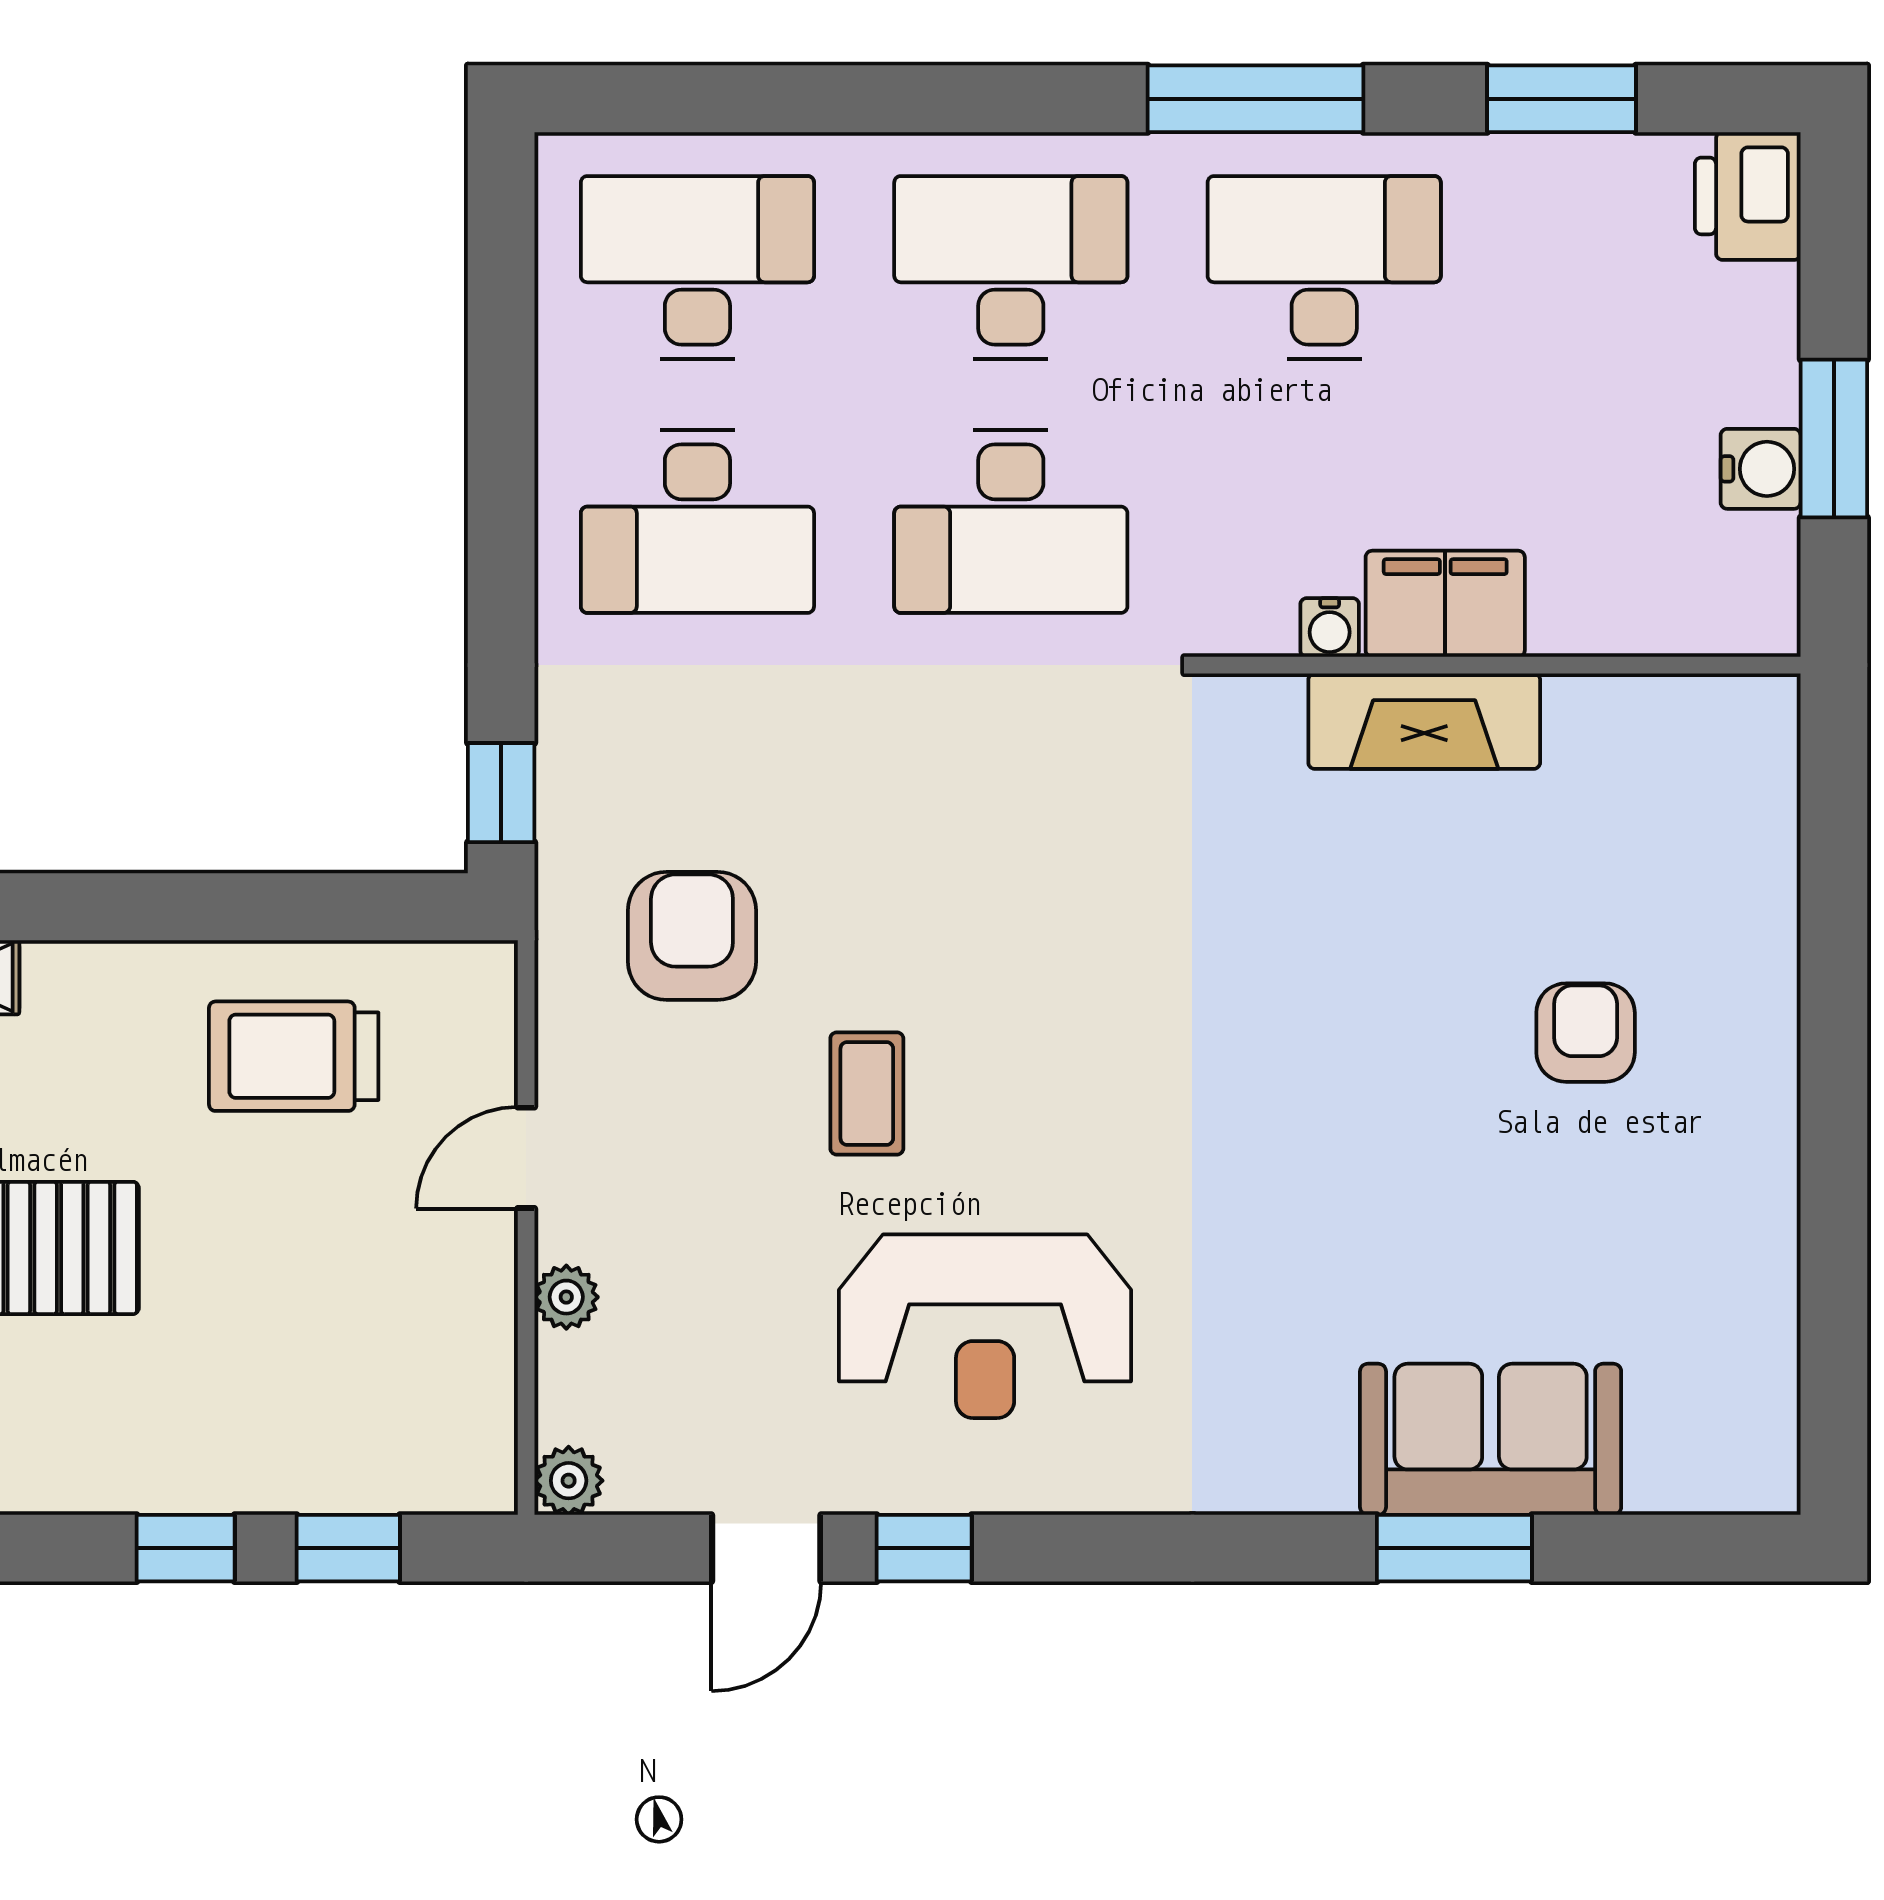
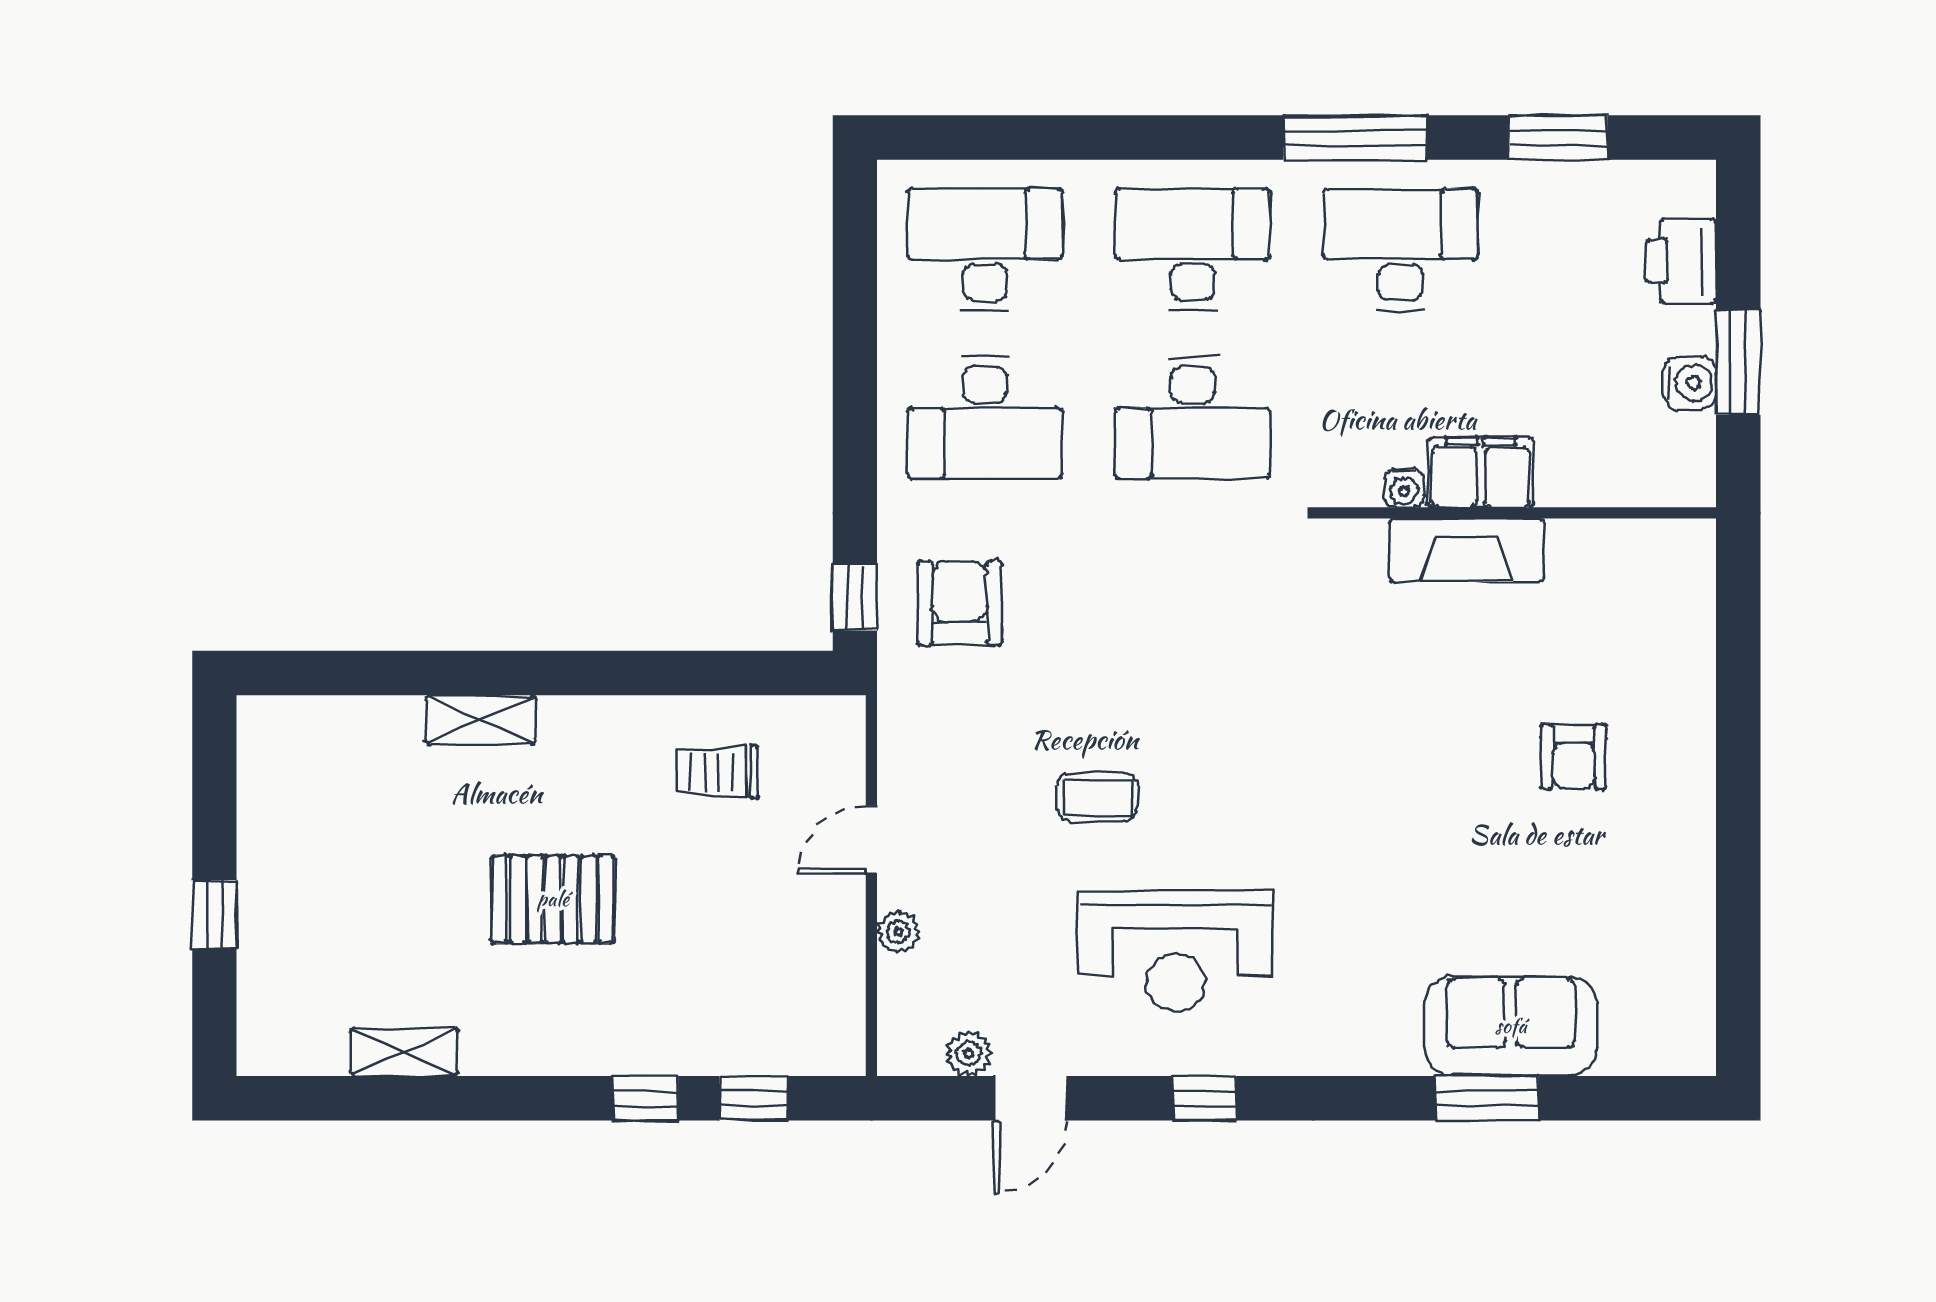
printer: (1748, 196) -> (1681, 261), moved
armchair: (692, 936) -> (959, 603), moved
armchair: (1586, 1033) -> (1574, 757), turned 180
trolley: (294, 1056) -> (717, 772), width x0.73, depth x0.72
coffee table: (867, 1093) -> (1097, 797), turned 90
plant: (569, 1481) -> (969, 1053), moved
window: (924, 1548) -> (1205, 1098), moved

